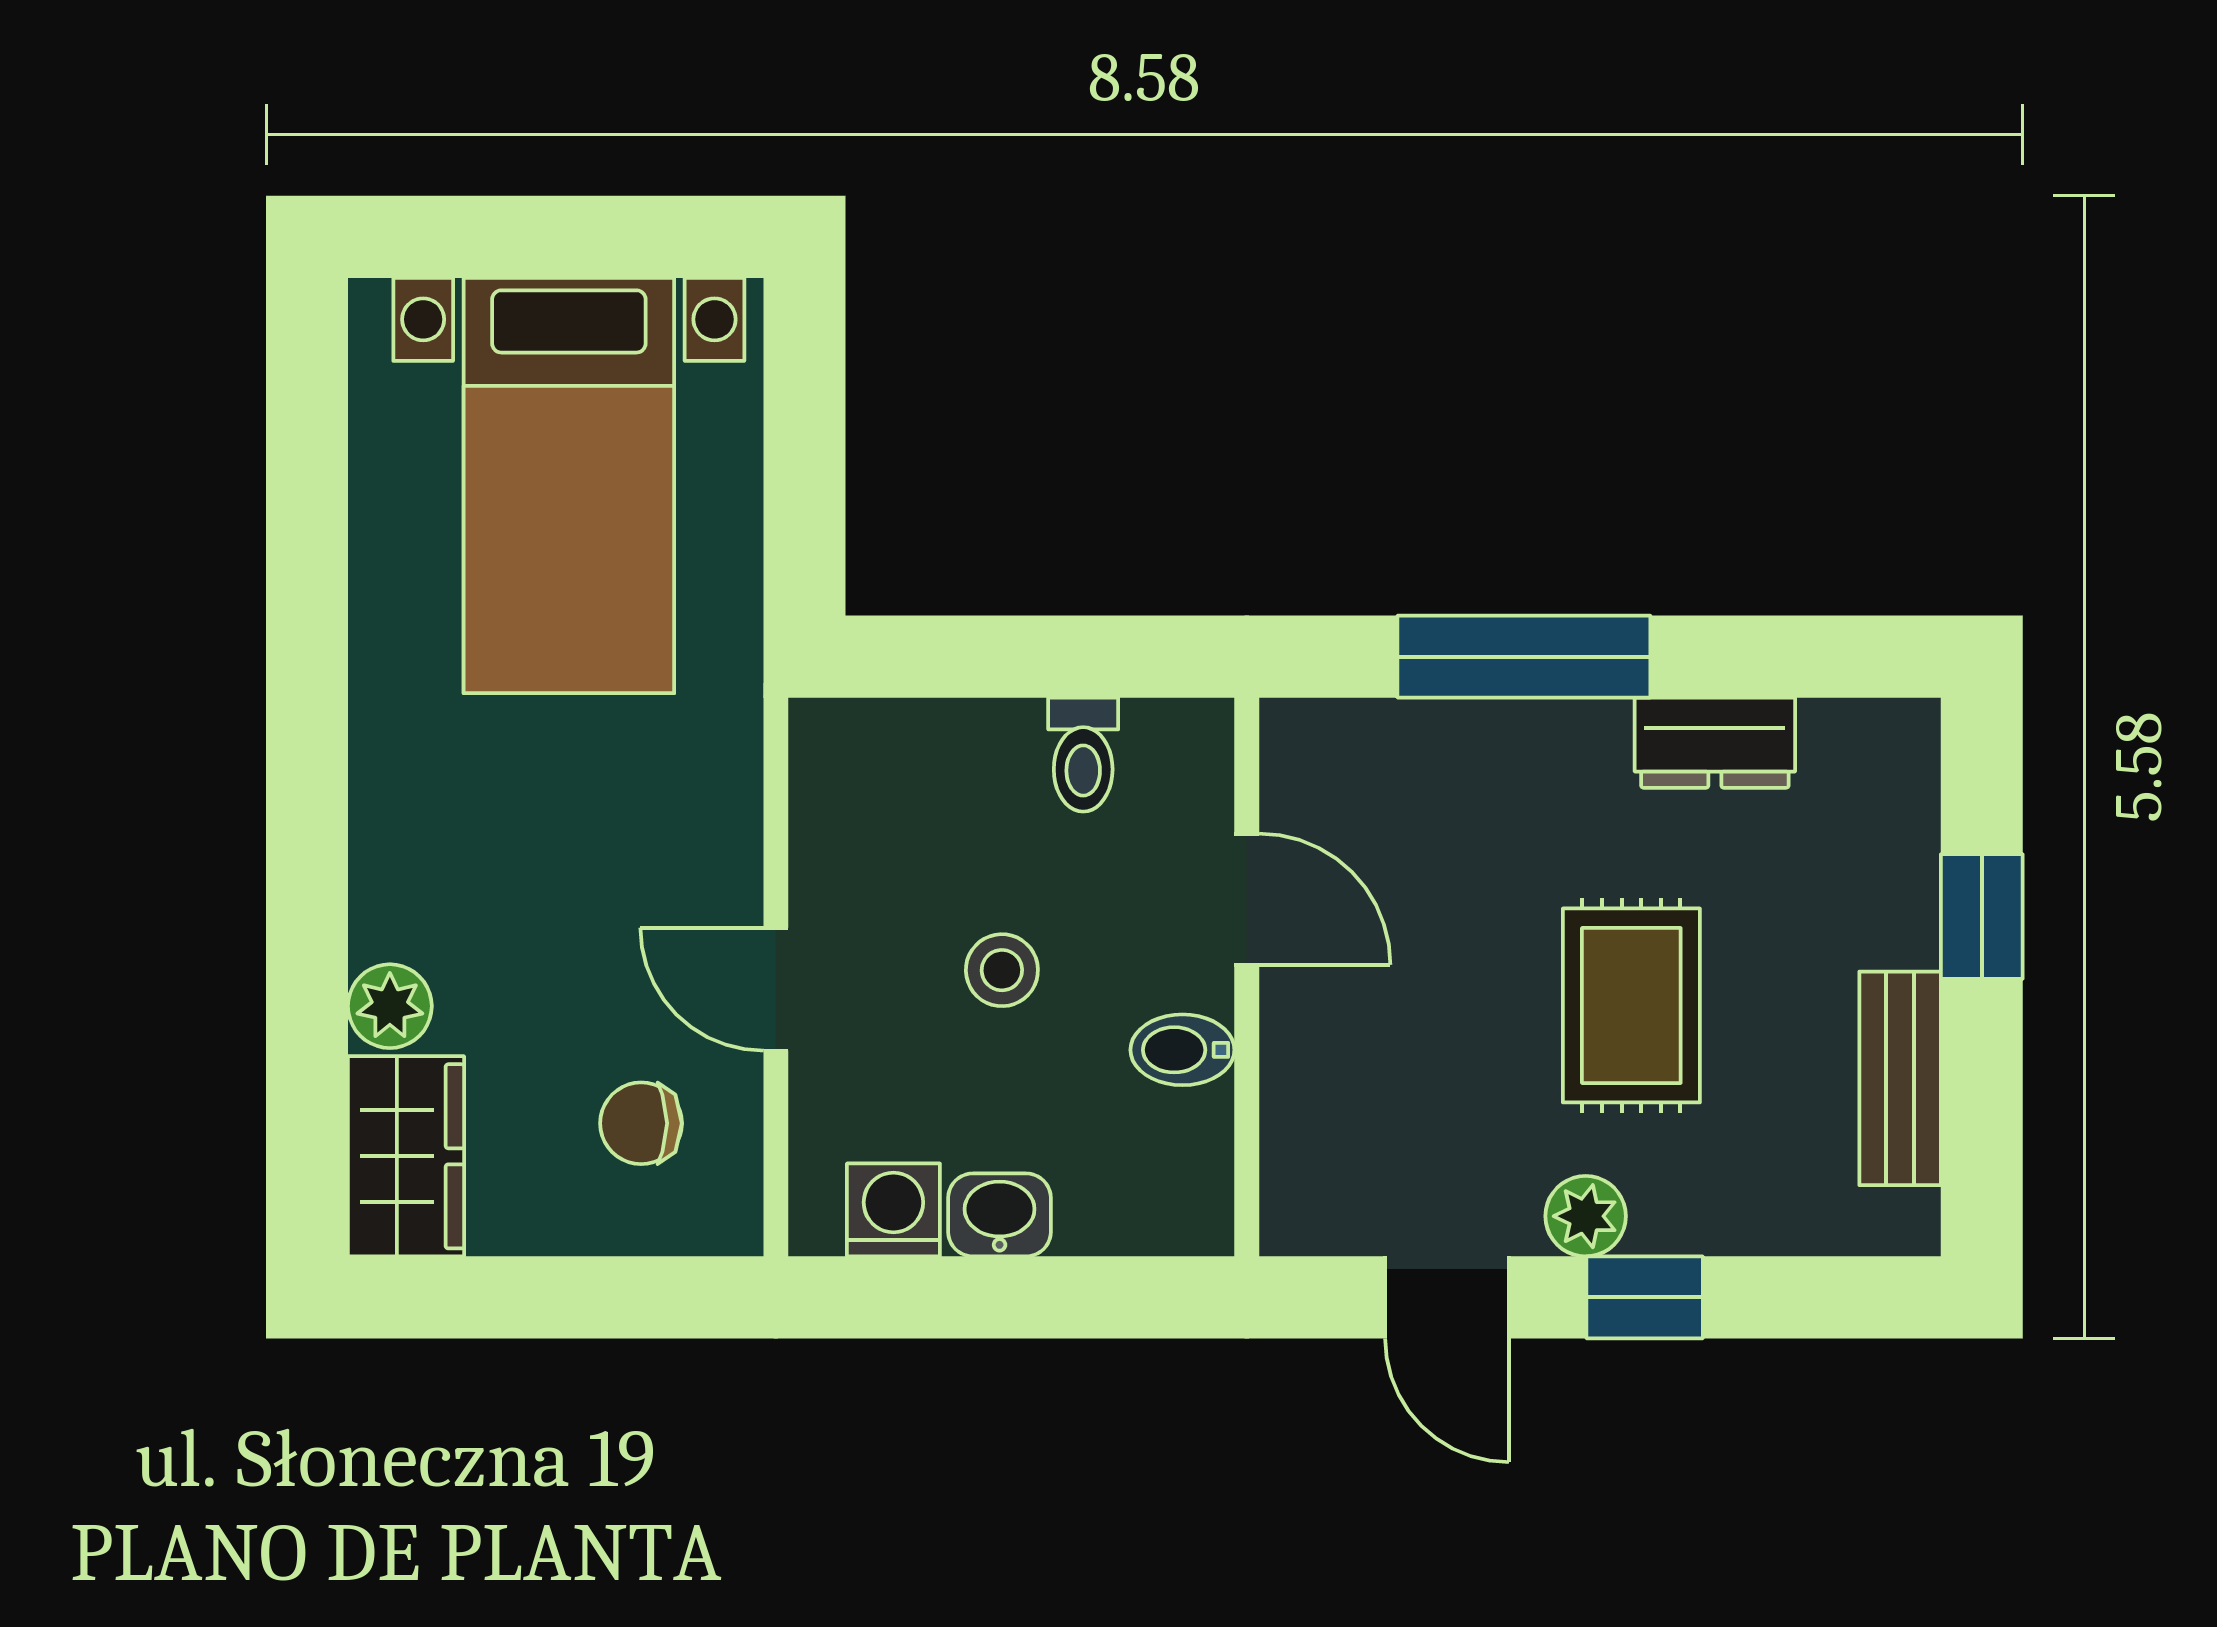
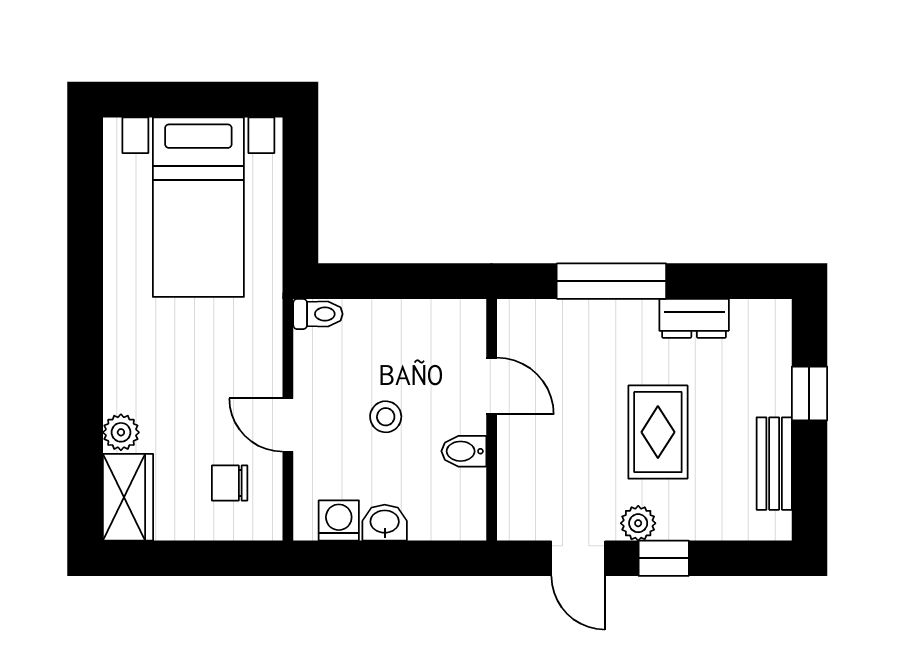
toilet: (1083, 755) -> (318, 314), moved, turned -90

